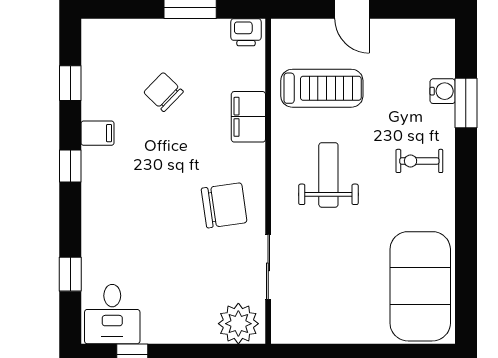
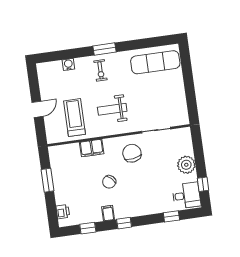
printer: (246, 32) -> (63, 212), moved
chair: (163, 92) -> (109, 182), moved
window: (466, 103) -> (105, 49), moved
exercise mat: (420, 286) -> (155, 62), width x0.68
plant: (238, 324) -> (186, 165), moved

